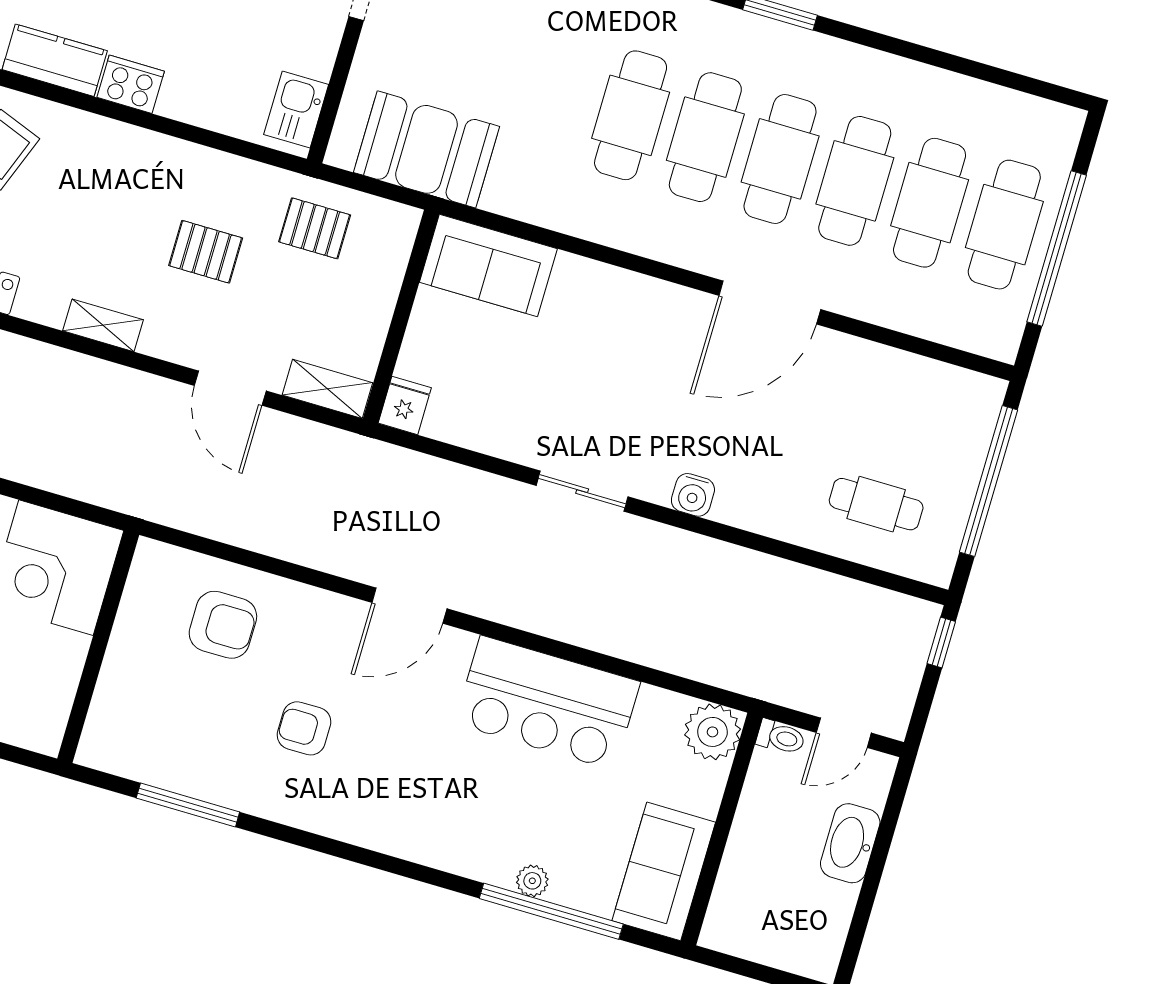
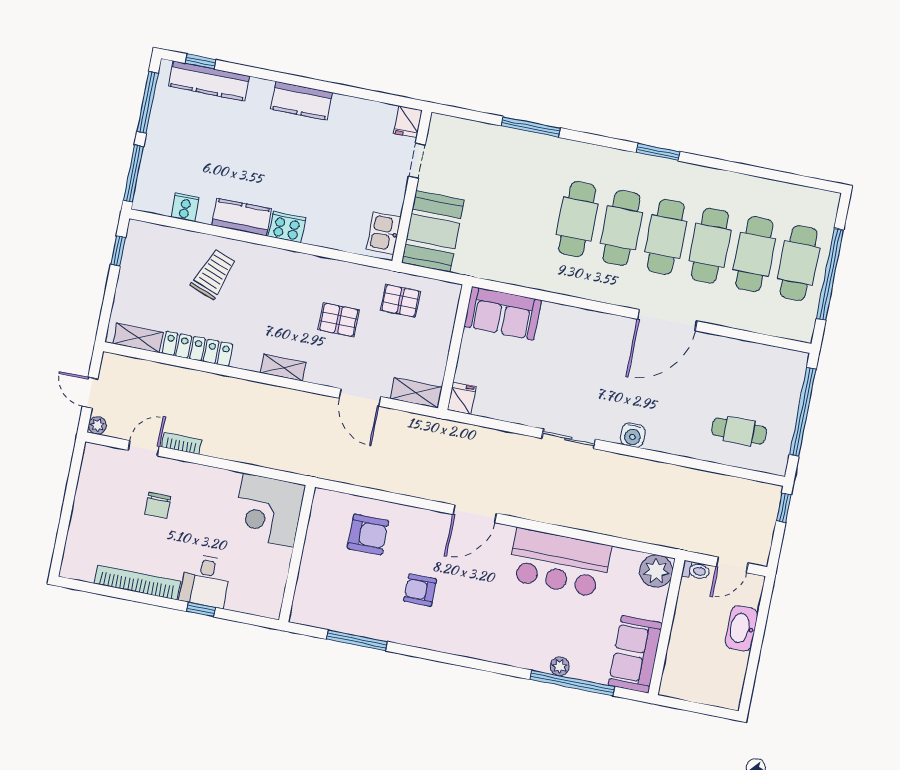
booth: (427, 149) -> (433, 231), moved, turned 90

